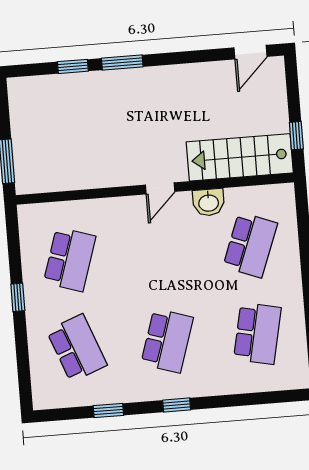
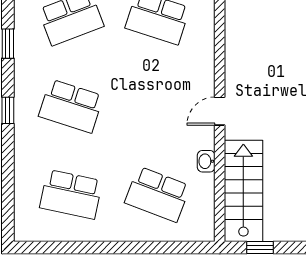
door: (160, 188) -> (220, 111), hinge flipped
washbasin: (209, 202) -> (206, 161), width x0.72, depth x0.69

